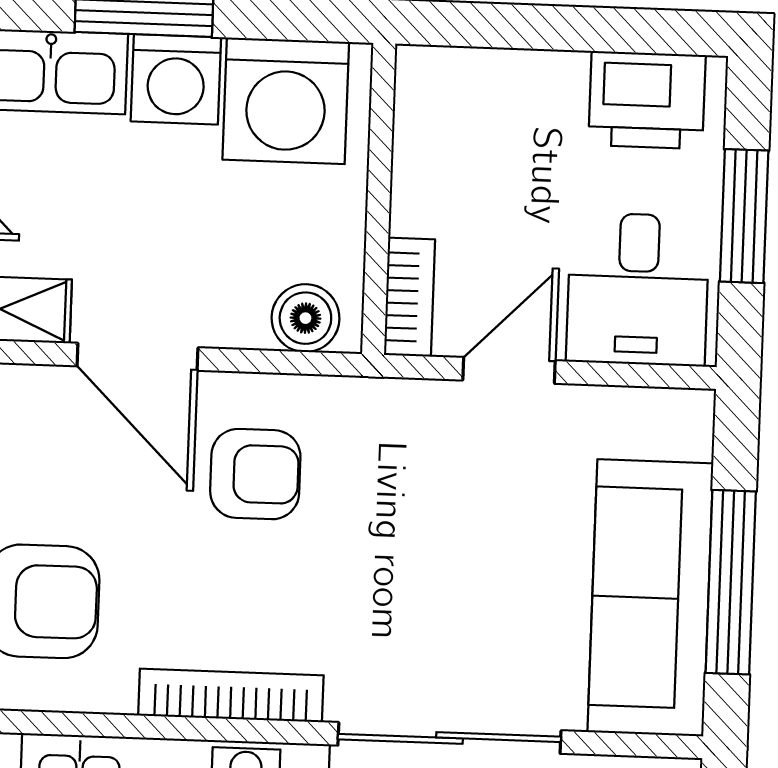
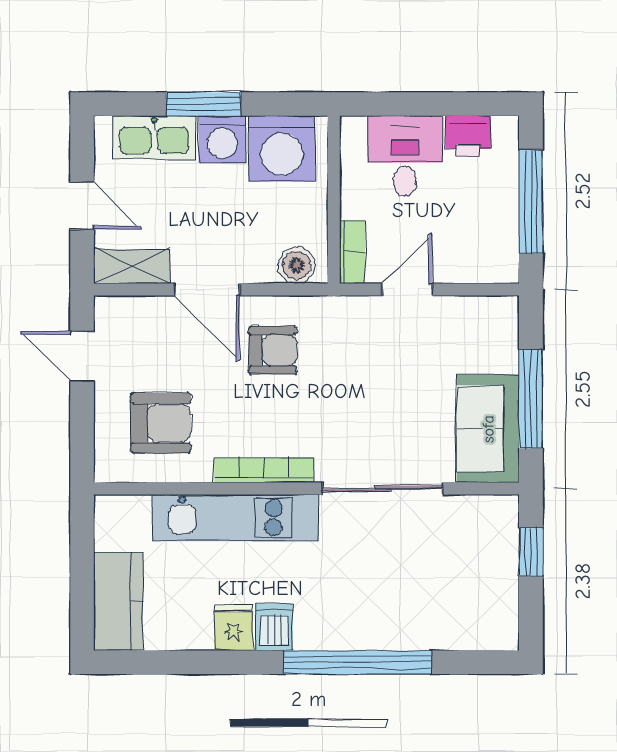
printer: (647, 100) -> (468, 136), width x0.73, depth x0.81
window: (744, 216) -> (531, 202), width x1.44
desk: (638, 289) -> (405, 156), moved, turned 180
sofa: (650, 598) -> (488, 429), width x0.73

